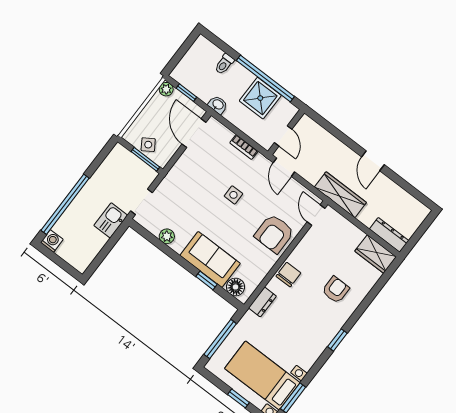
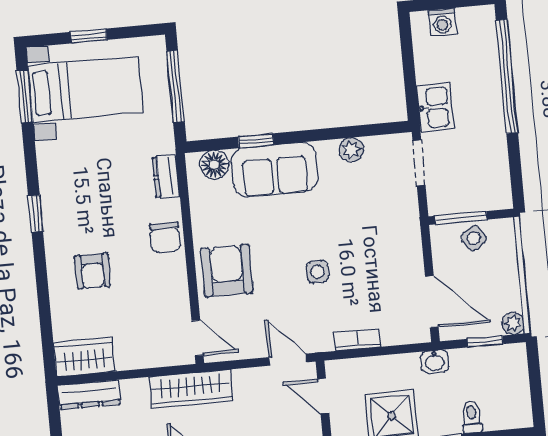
washing machine: (52, 241) -> (442, 22), moved

